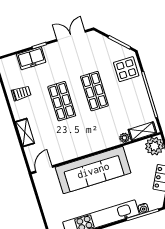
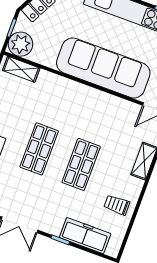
freezer: (31, 58) -> (85, 236), width x1.40
plant: (124, 138) -> (45, 77), removed

